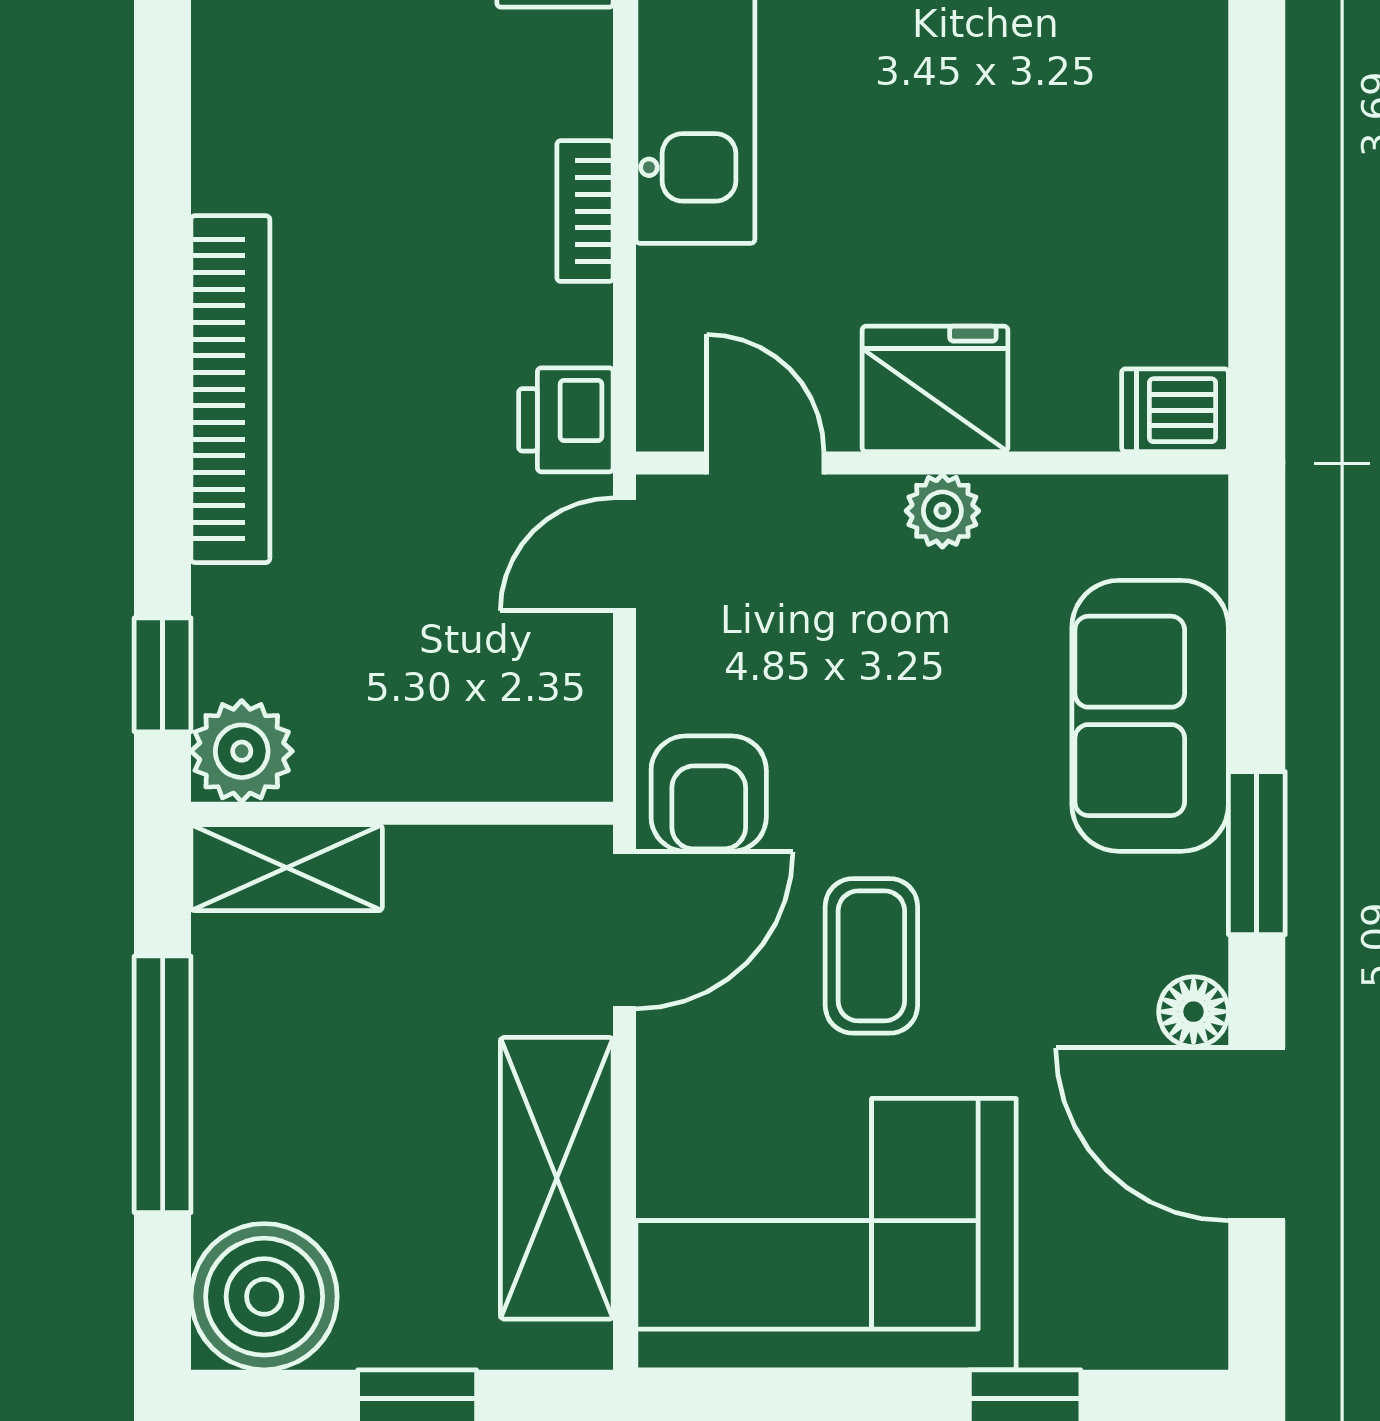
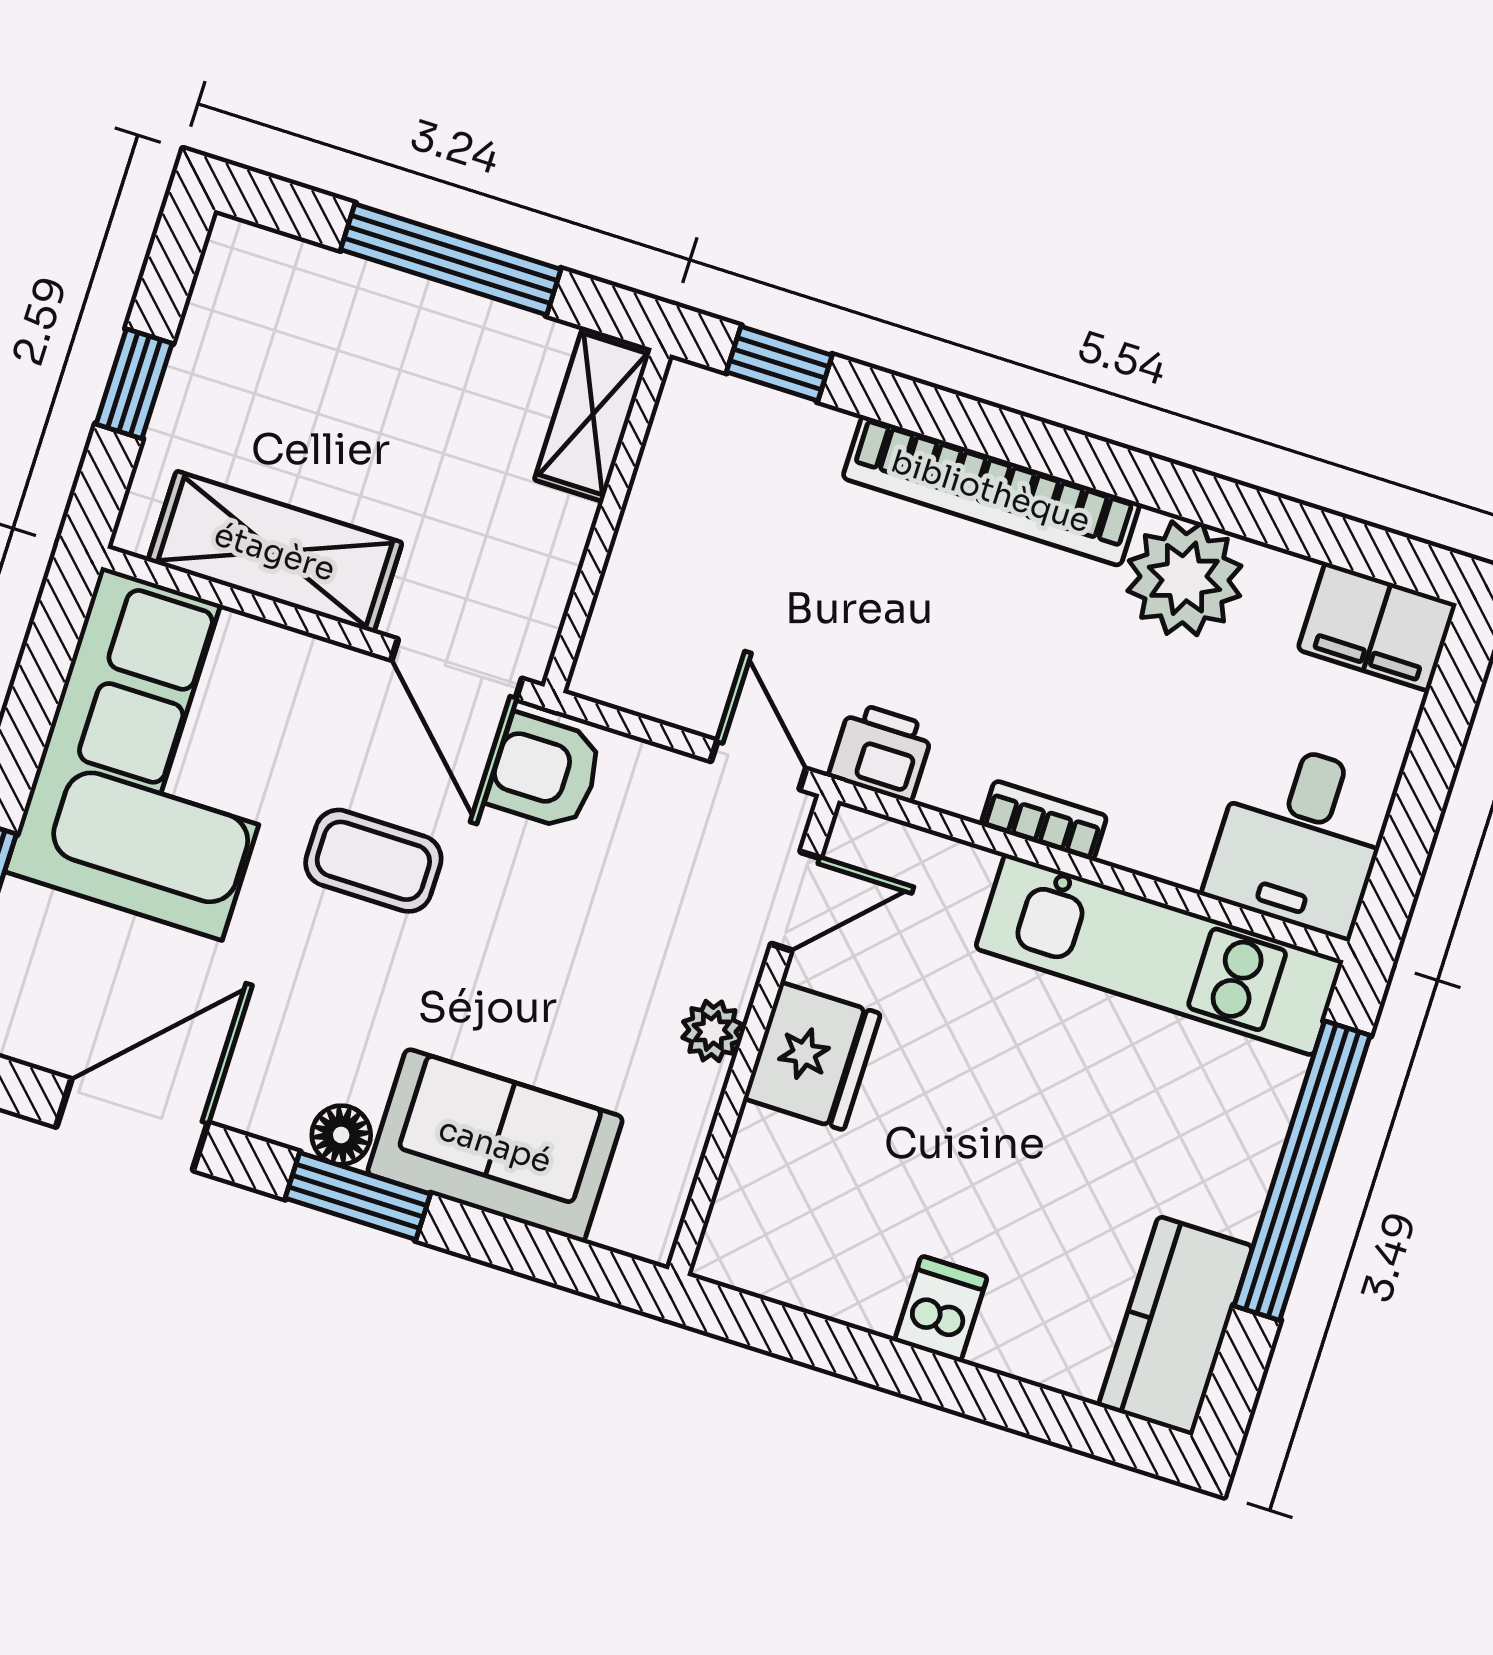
dishwasher: (1175, 410) -> (941, 1309), moved
plant: (242, 751) -> (1184, 578), moved, width x1.36, depth x1.36
floor lamp: (1194, 1012) -> (341, 1135), moved
boiler: (264, 1297) -> (255, 287), removed

